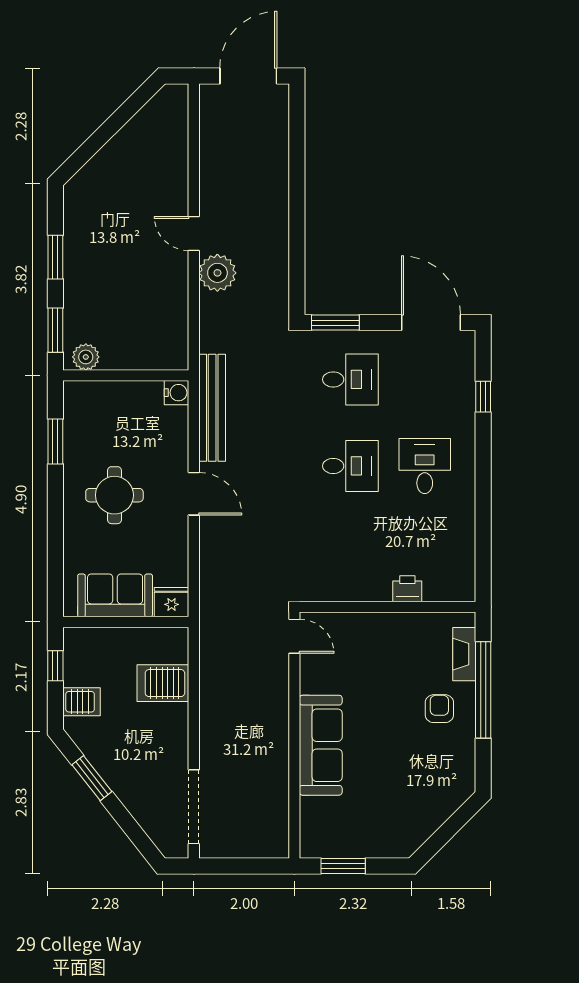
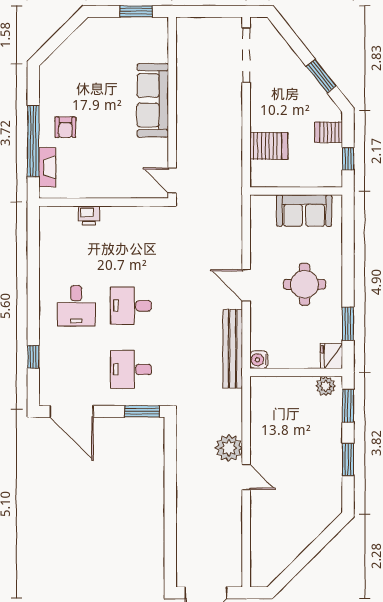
fridge: (172, 602) -> (332, 356), moved, turned 90

